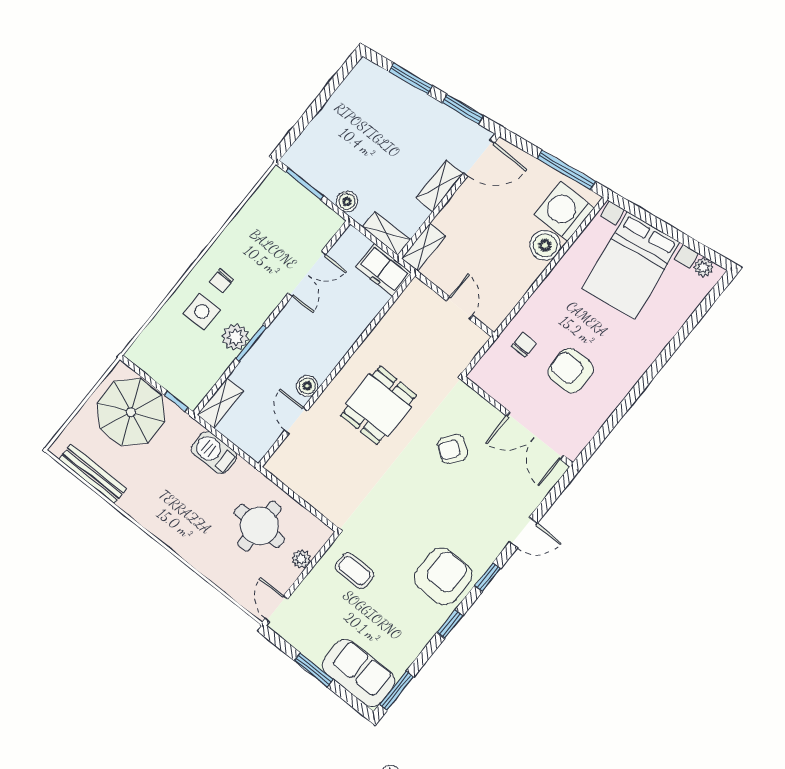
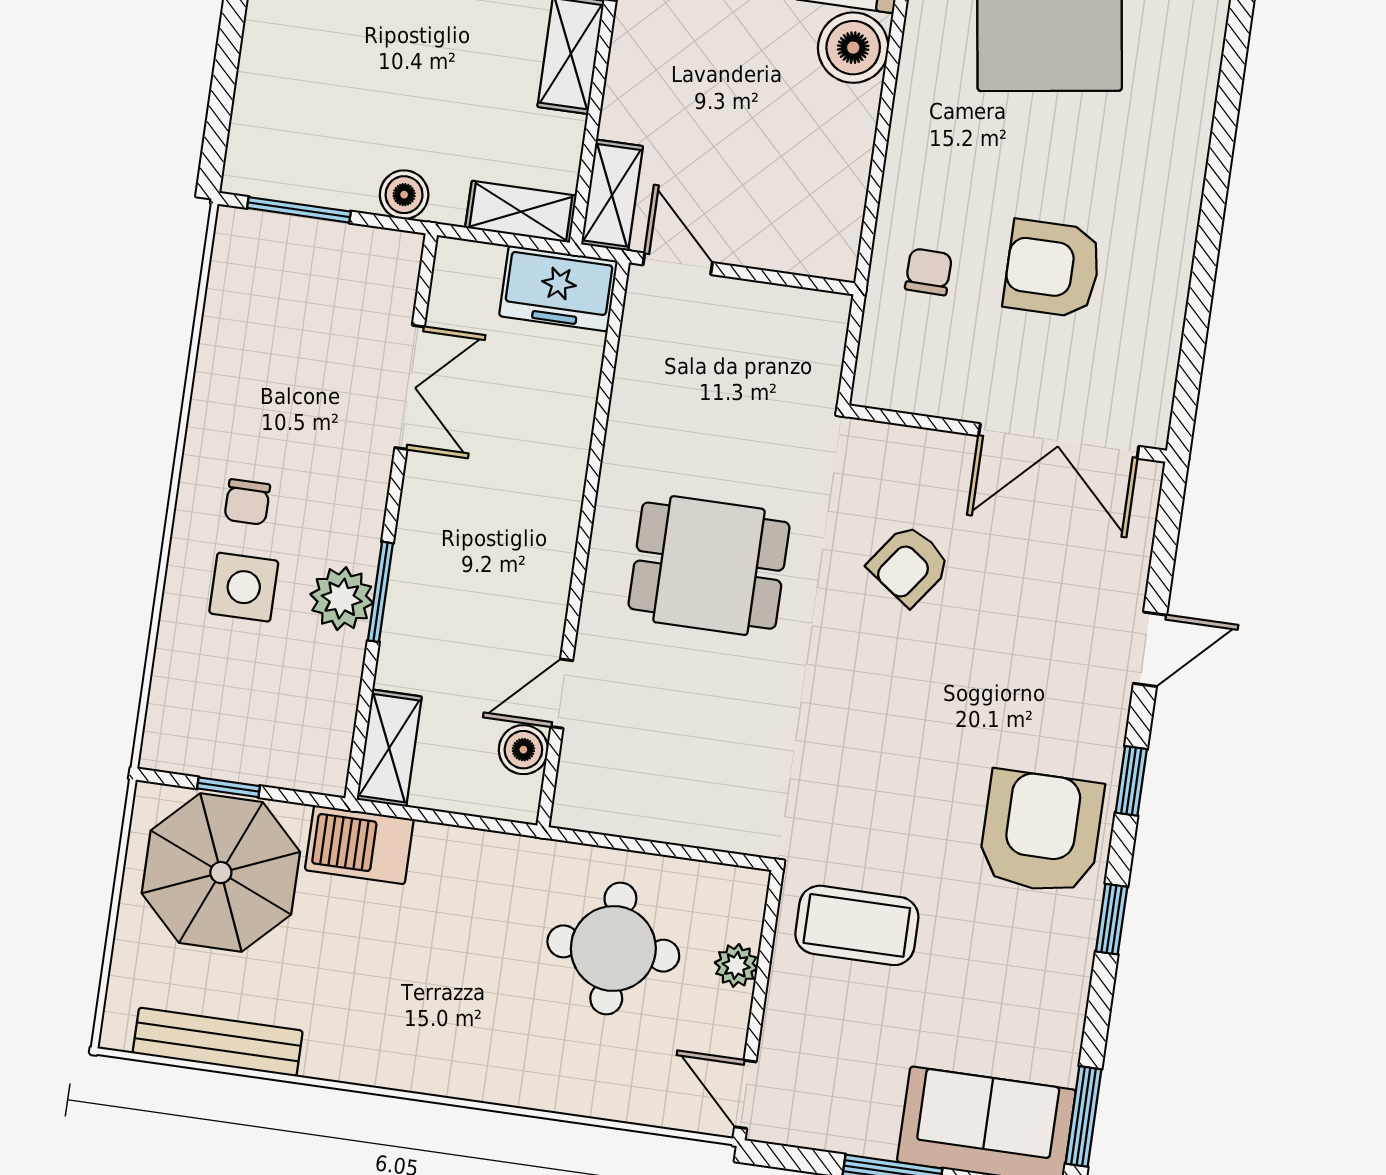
door: (460, 308) -> (678, 264), moved
boiler: (307, 386) -> (523, 750), moved
window: (176, 401) -> (228, 787), moved
dining table: (379, 405) -> (709, 566), turned 90
door: (296, 420) -> (562, 694), hinge flipped
barbecue: (214, 453) -> (359, 845), moved
coffee table: (355, 571) -> (857, 925), width x1.36, depth x1.30

